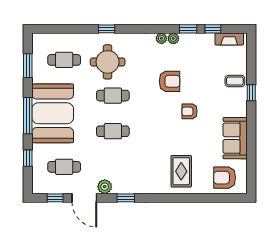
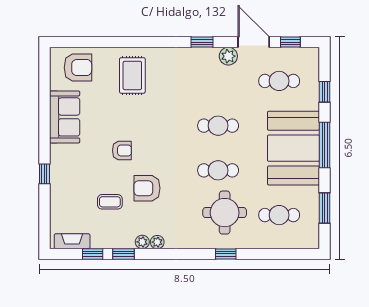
coffee table: (235, 81) -> (110, 202), moved

